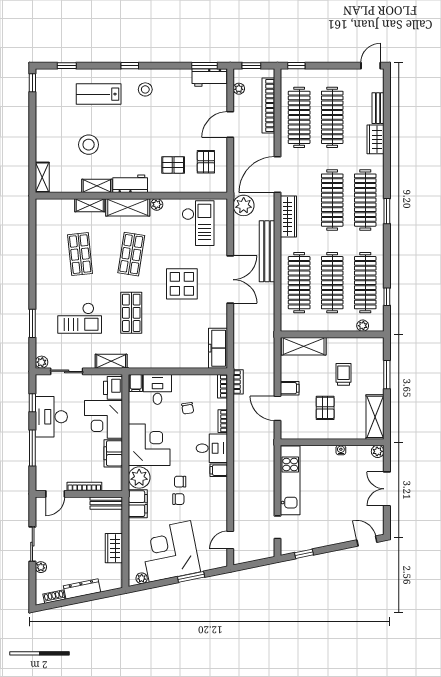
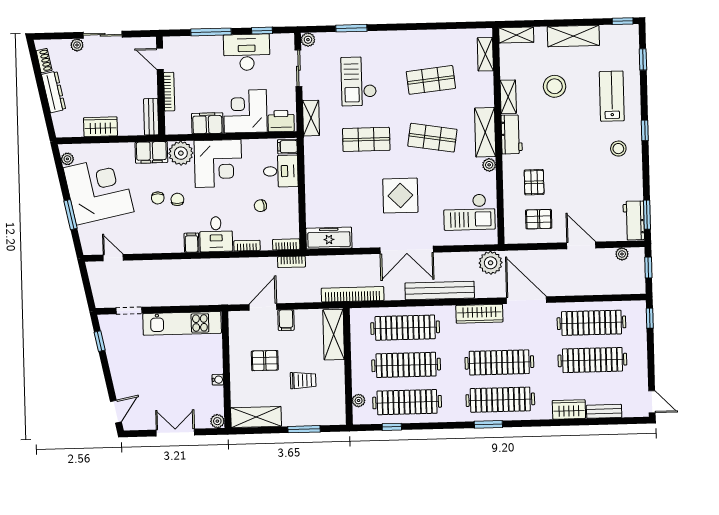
bookcase: (268, 105) -> (353, 294), moved
shelving: (44, 127) -> (573, 36), added
shelving: (90, 205) -> (485, 54), moved

